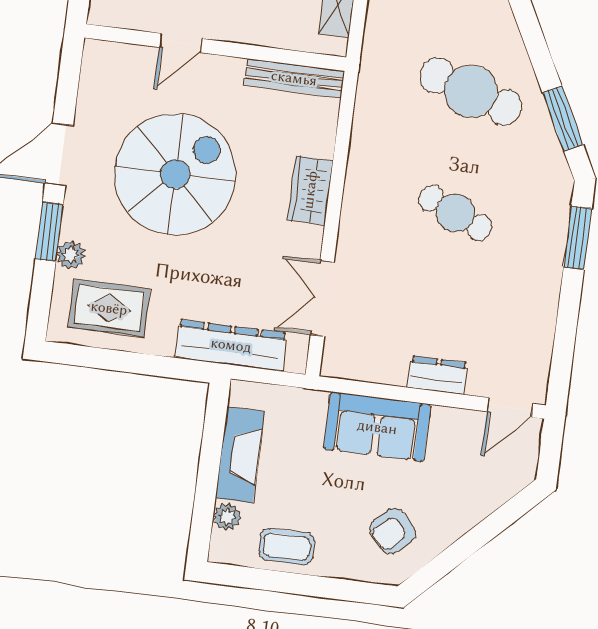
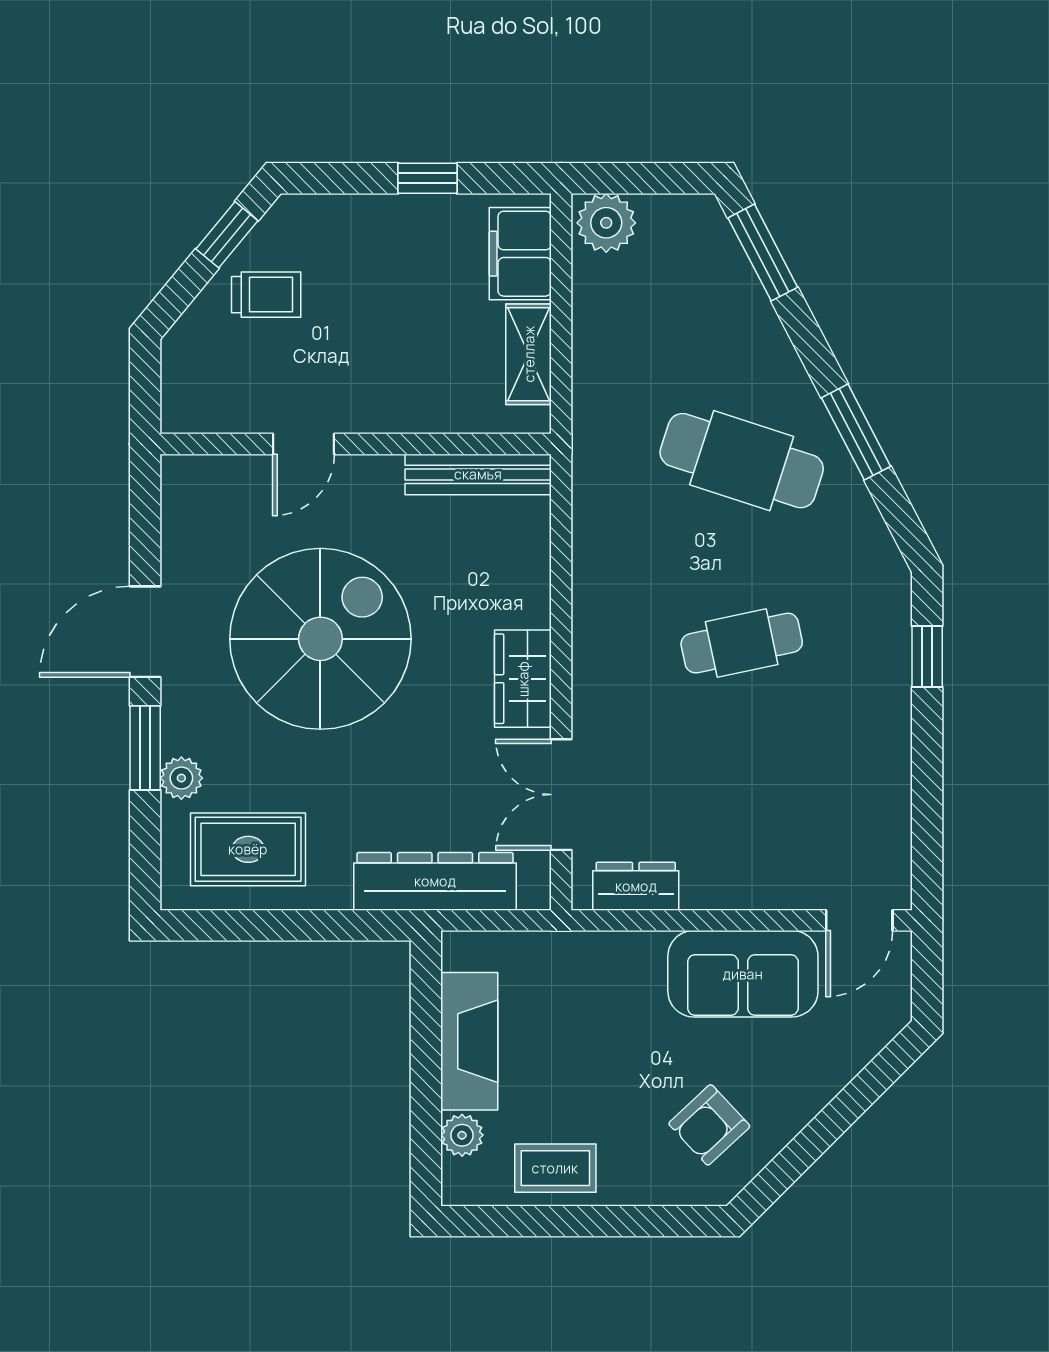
window: (563, 118) -> (856, 432), moved
wardrobe: (310, 190) -> (523, 679), moved
cafe table: (455, 213) -> (742, 643), turned -36
window: (578, 238) -> (927, 656), width x0.67
dresser: (437, 375) -> (636, 886), moved
sofa: (377, 427) -> (743, 974), moved

